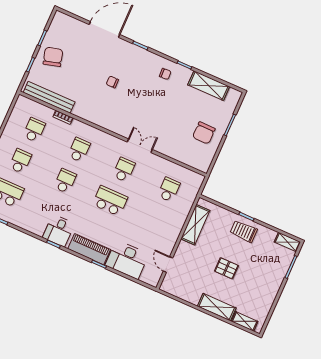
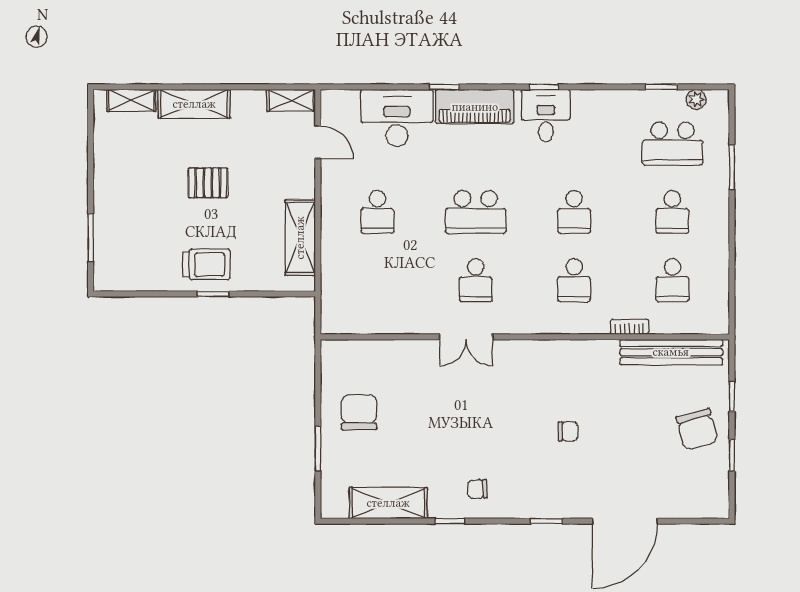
school desk: (169, 190) -> (377, 212), moved
shelving: (287, 242) -> (291, 100), moved

